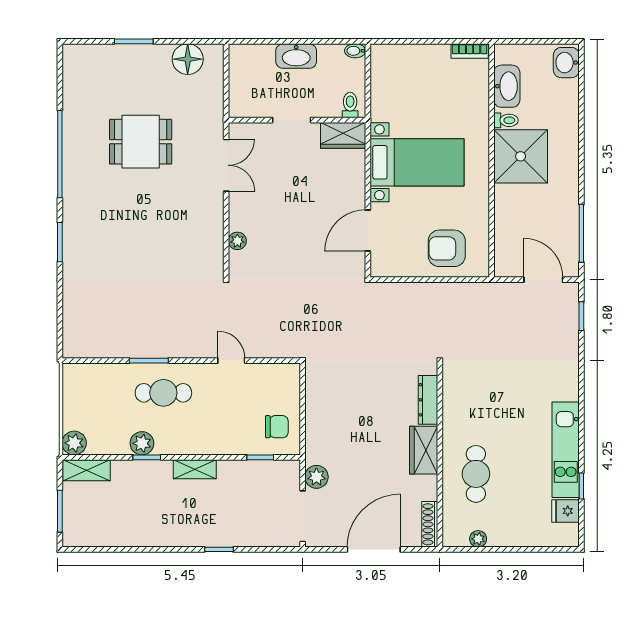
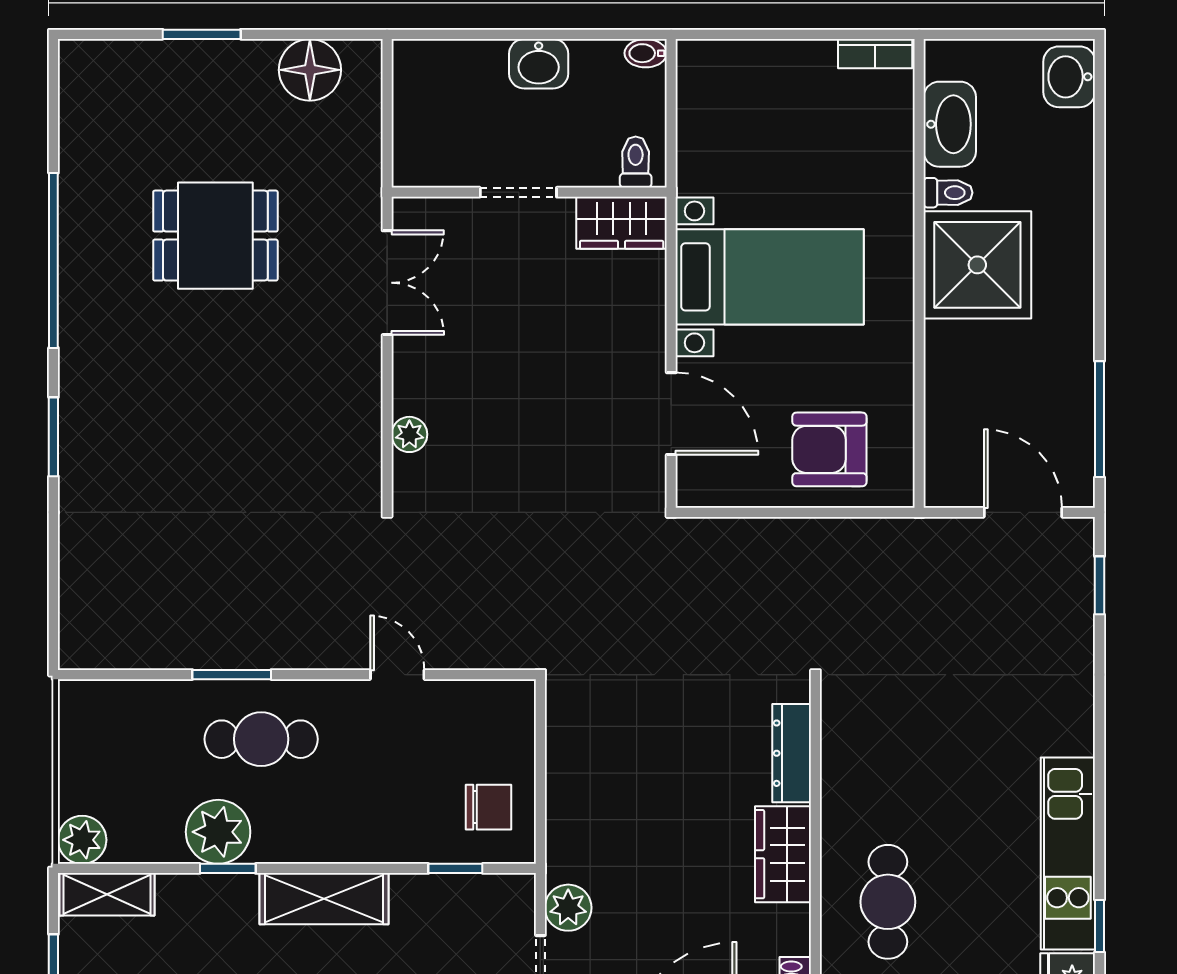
washbasin: (296, 56) -> (539, 64), width x0.72
door: (368, 230) -> (671, 414), swing flipped
plant: (142, 443) -> (218, 832), width x1.36, depth x1.36
shelving: (195, 469) -> (324, 899), width x1.50, depth x1.33

